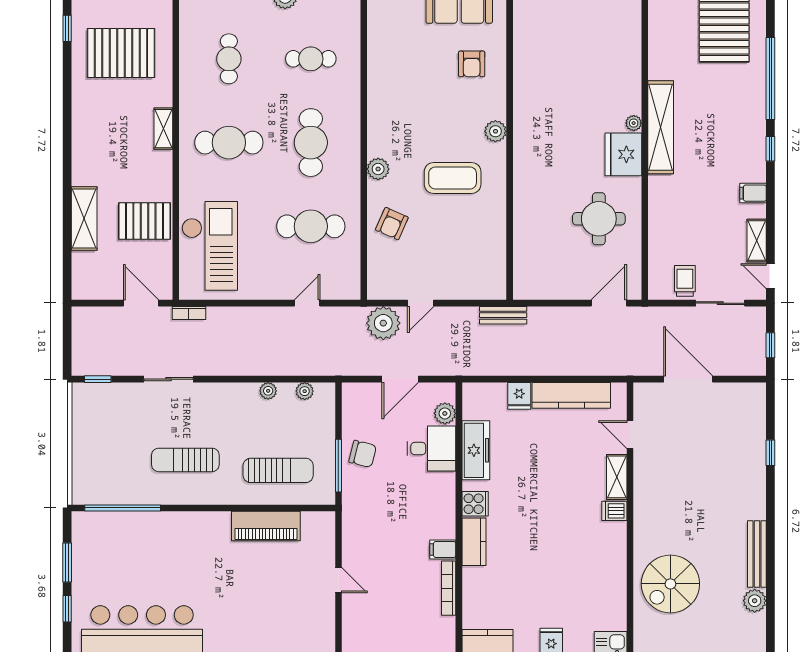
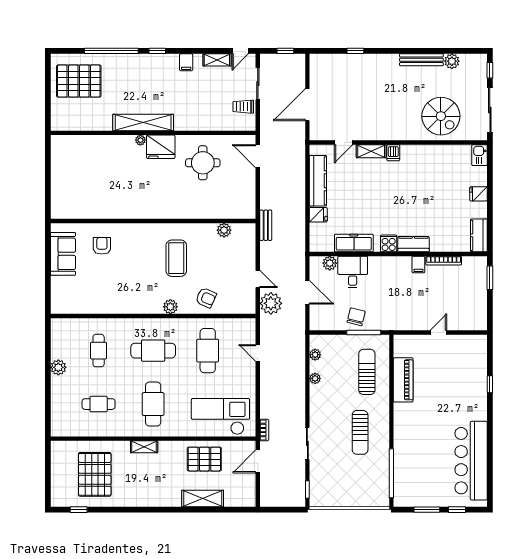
armchair: (472, 64) -> (102, 246), turned -90
plant: (495, 131) -> (224, 230), moved
pallet: (144, 221) -> (204, 459), turned 90

